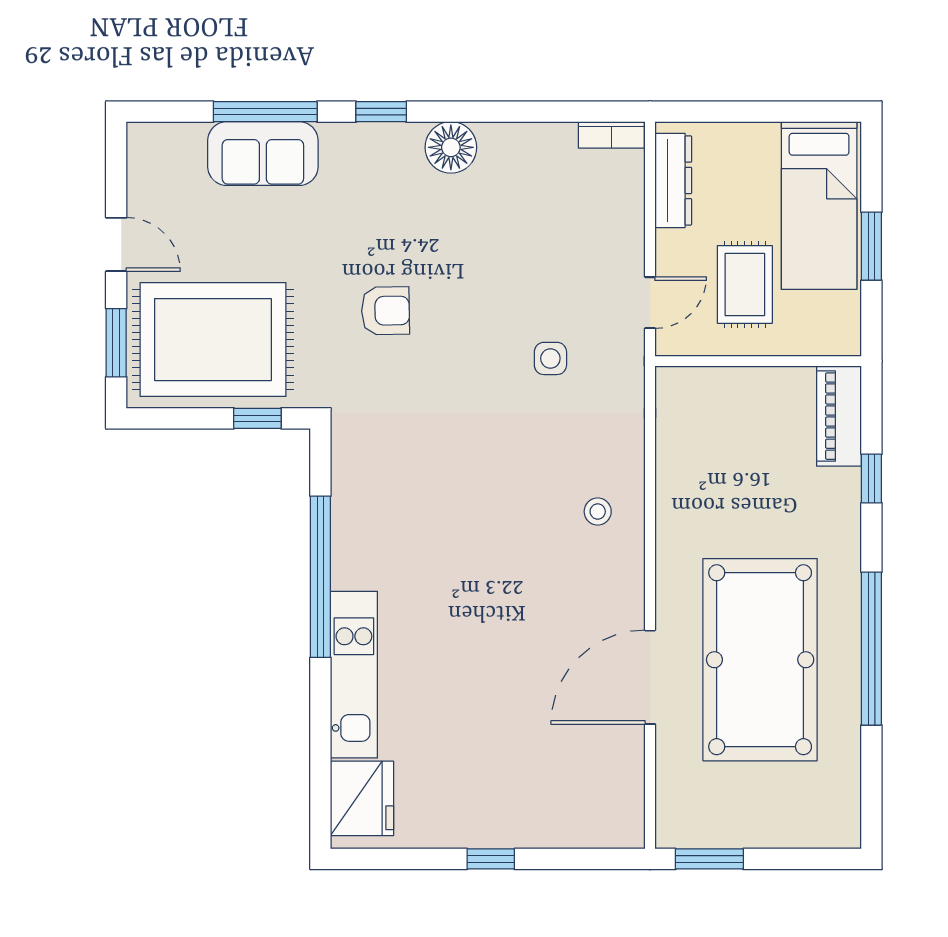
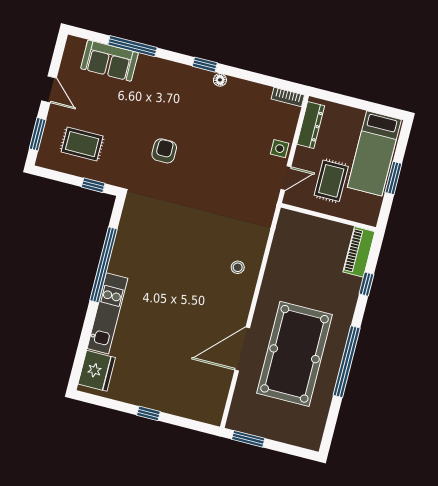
window: (381, 112) -> (205, 65), moved
floor lamp: (451, 147) -> (220, 80), width x0.53, depth x0.53
sofa: (263, 154) -> (109, 61), moved
armchair: (386, 311) -> (164, 151), turned -89
rug: (213, 340) -> (82, 144), width x0.54, depth x0.49
side table: (550, 358) -> (280, 149), moved

